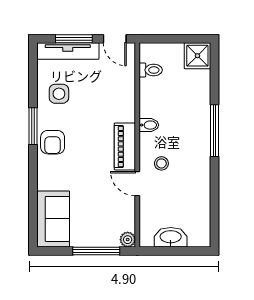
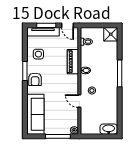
piano: (125, 146) -> (73, 62), moved
sofa: (53, 219) -> (35, 114), width x1.36
washbasin: (171, 237) -> (109, 129), moved

